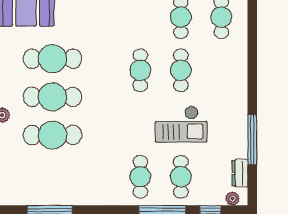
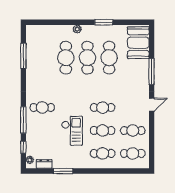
checkout: (181, 124) -> (72, 131), turned 180
window: (252, 140) -> (63, 171), width x0.69
cafe table: (181, 177) -> (103, 153), moved

